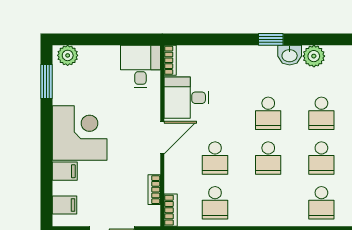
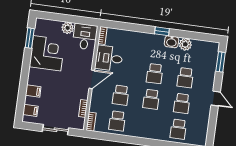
plant: (68, 55) -> (68, 28), moved
corner desk: (80, 133) -> (47, 53), moved

